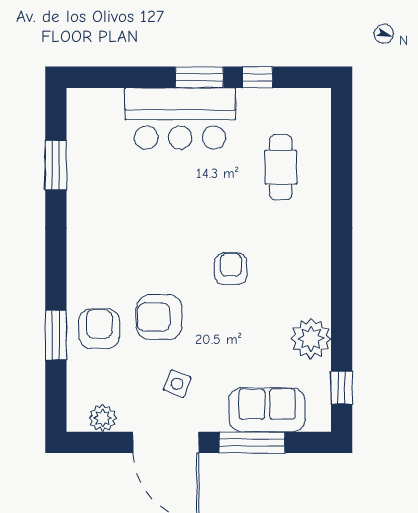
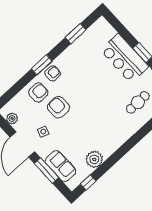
armchair: (231, 269) -> (53, 73), moved
window: (56, 335) -> (42, 65), moved

